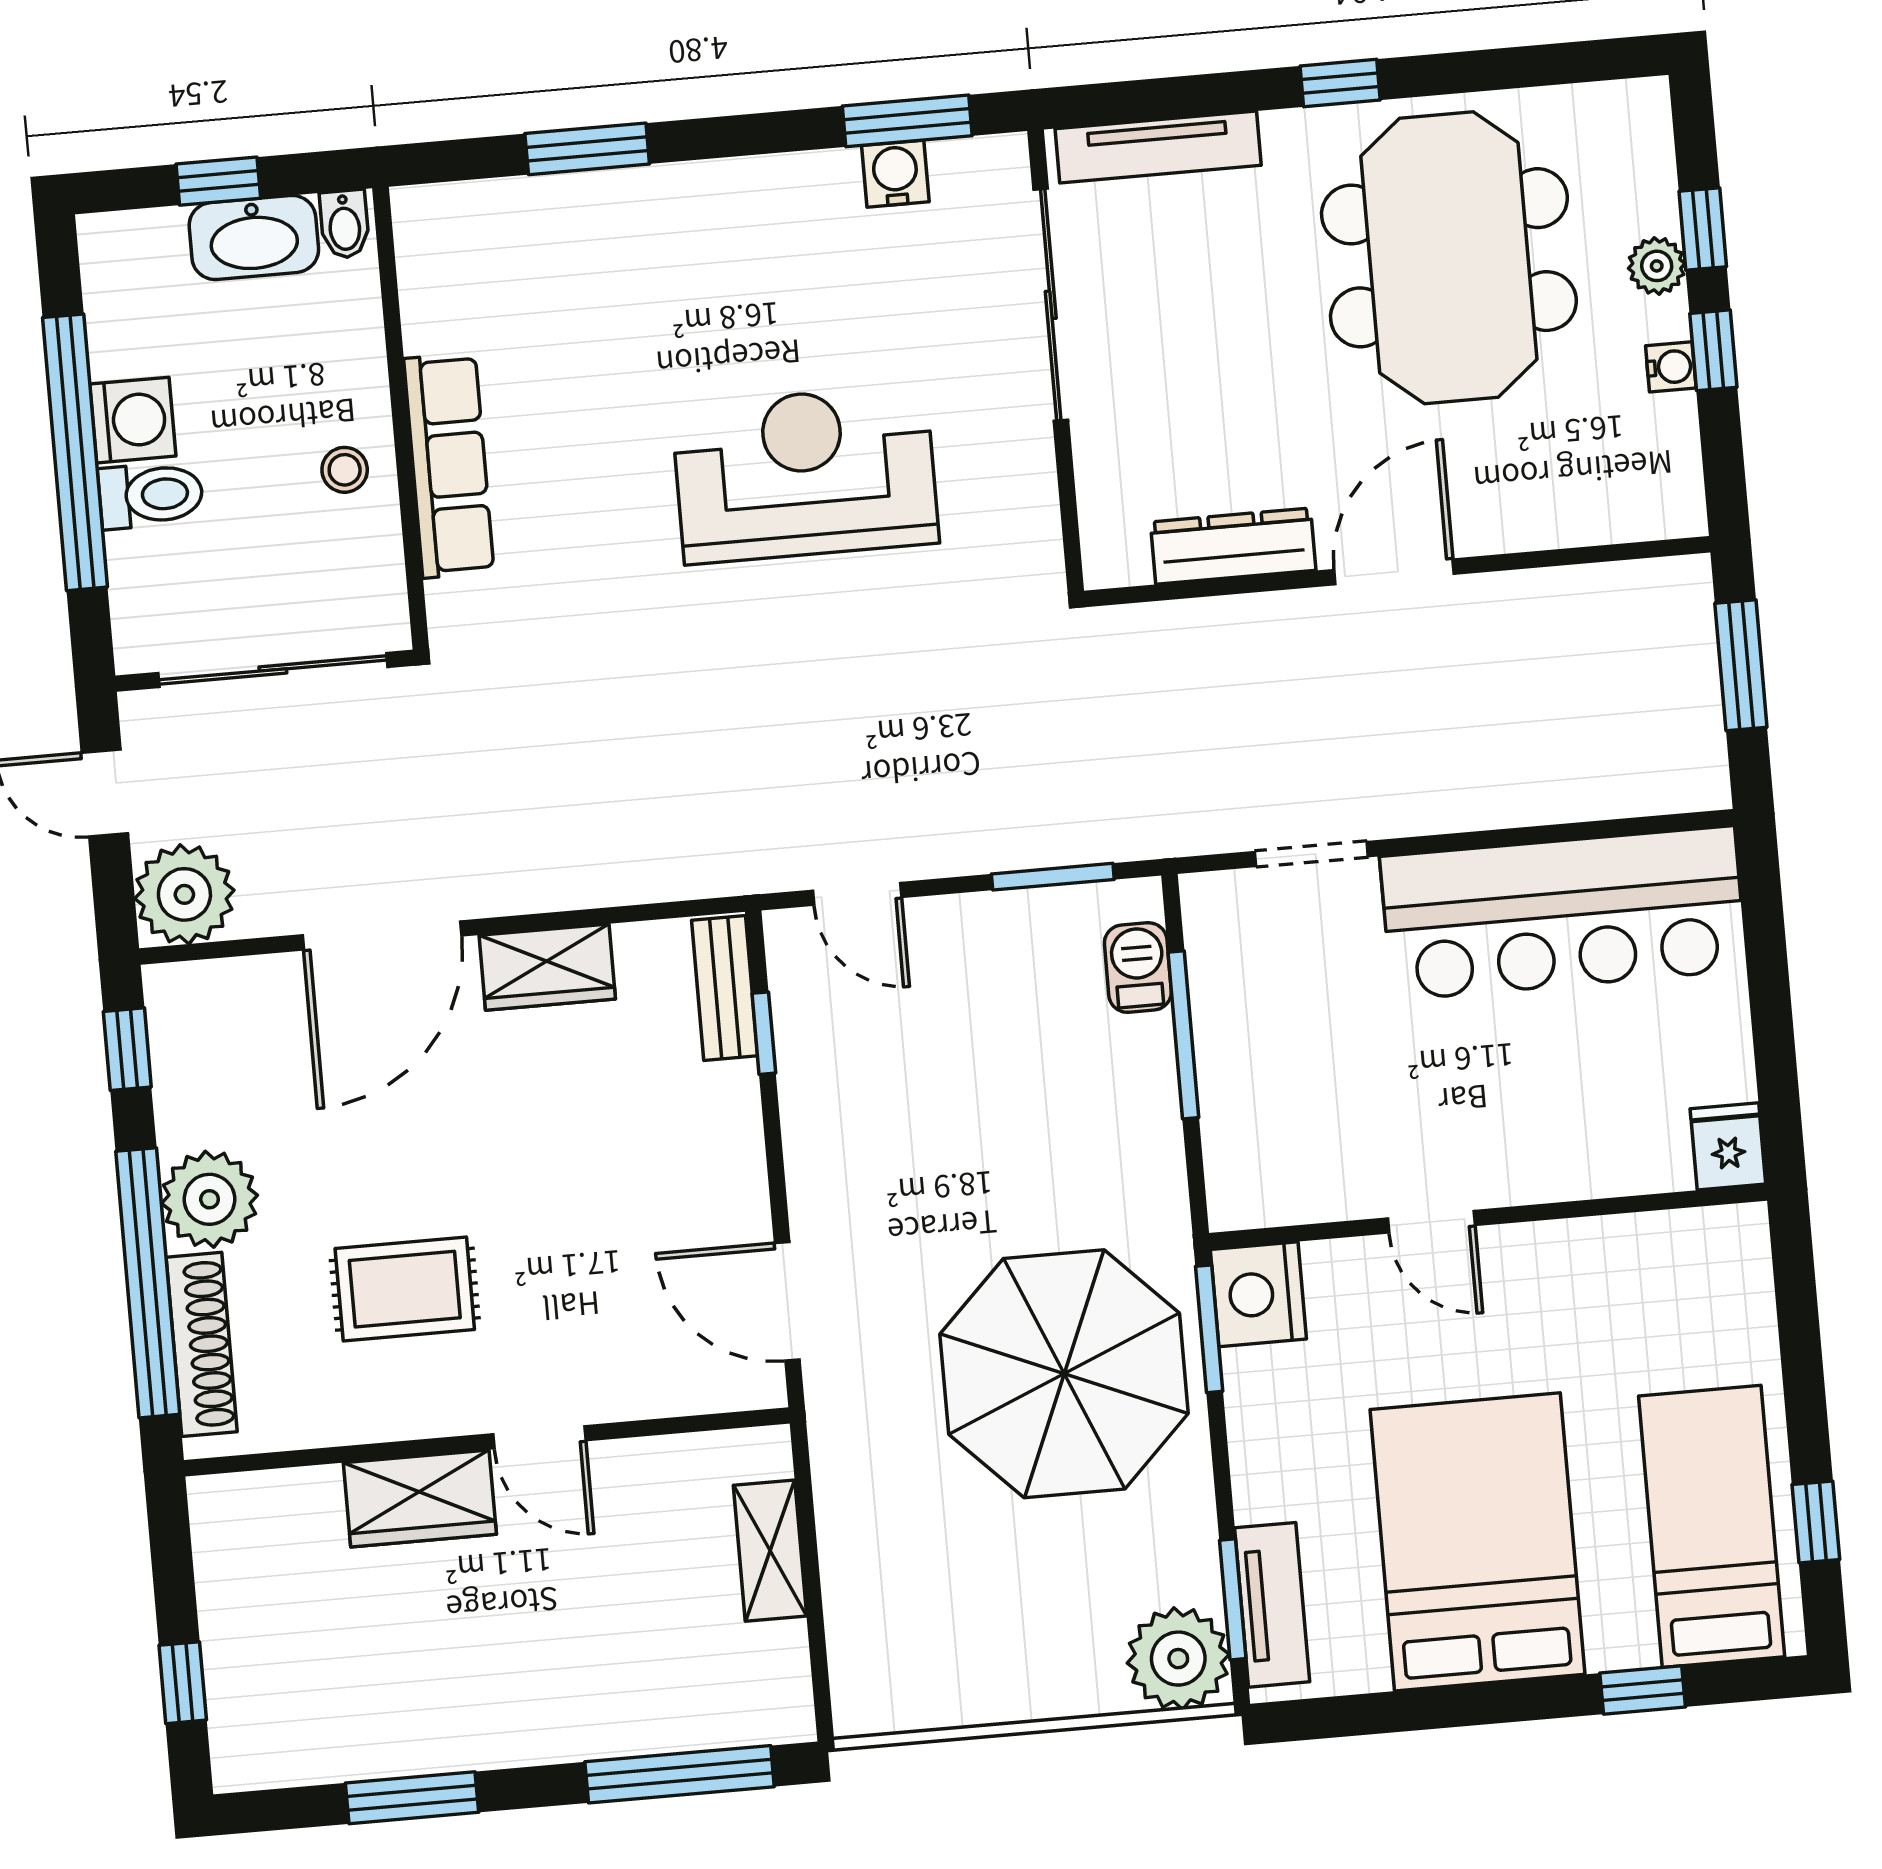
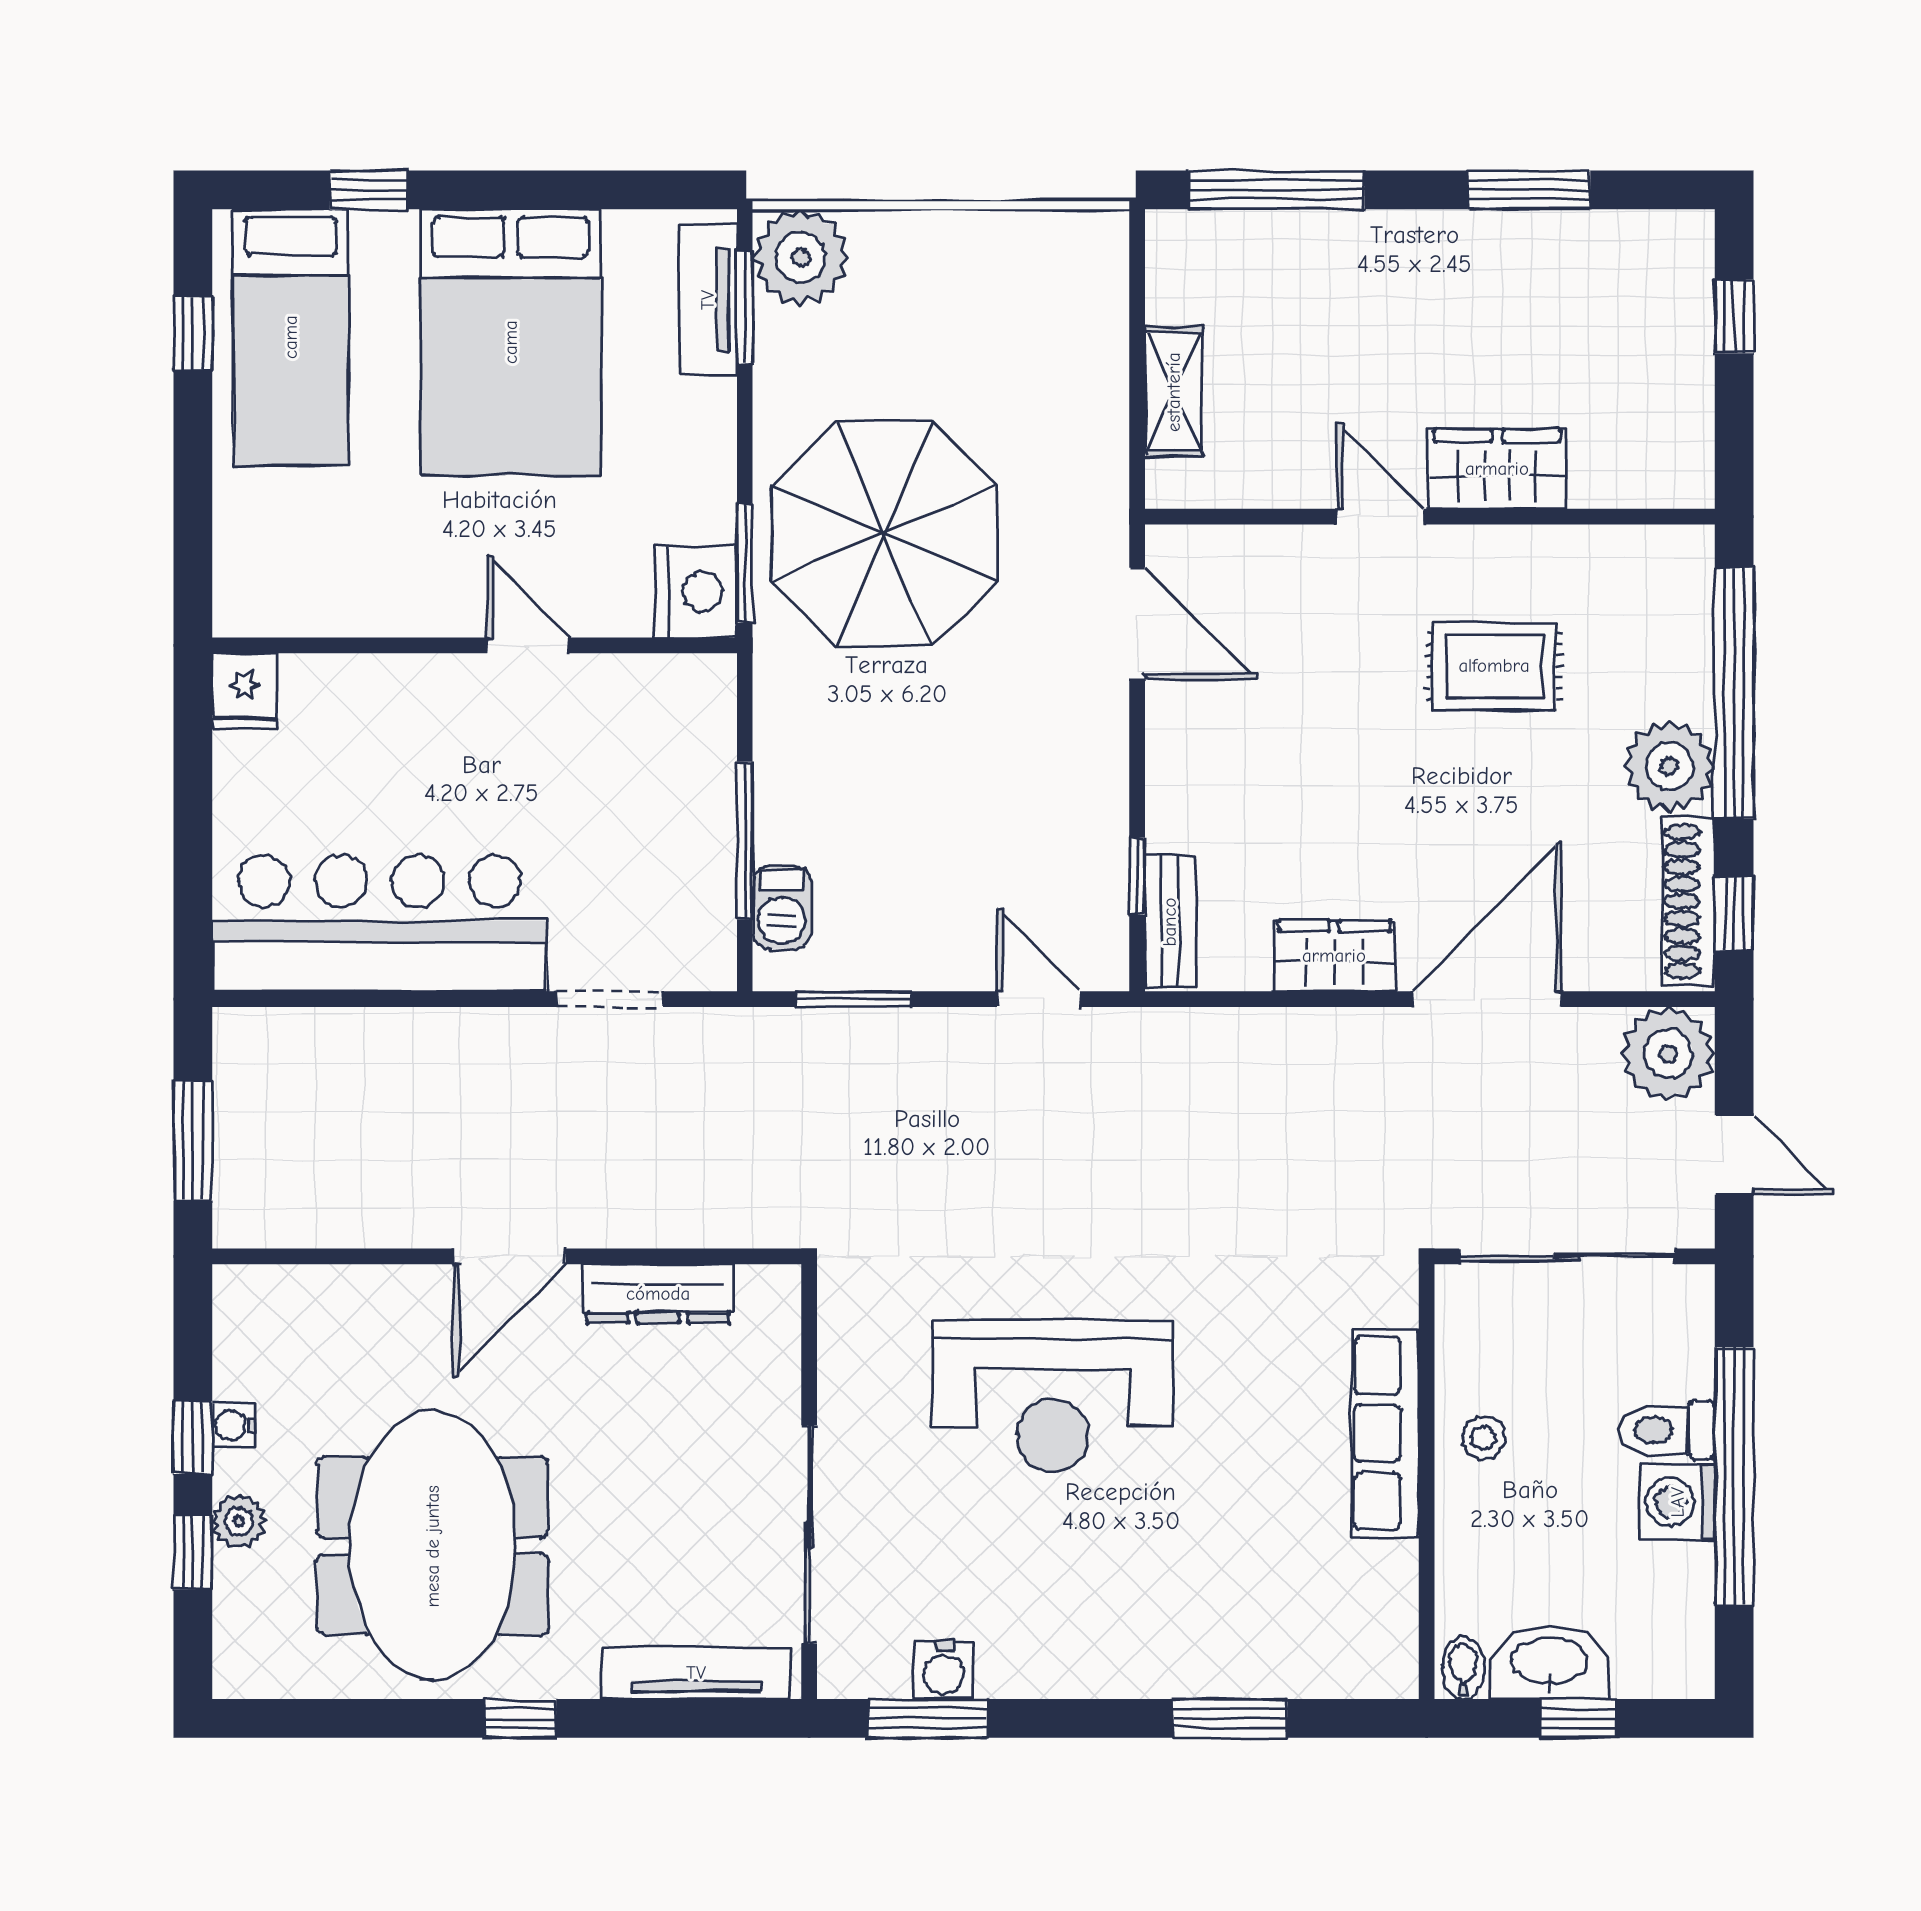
shoe rack: (202, 1344) -> (1689, 901), moved

